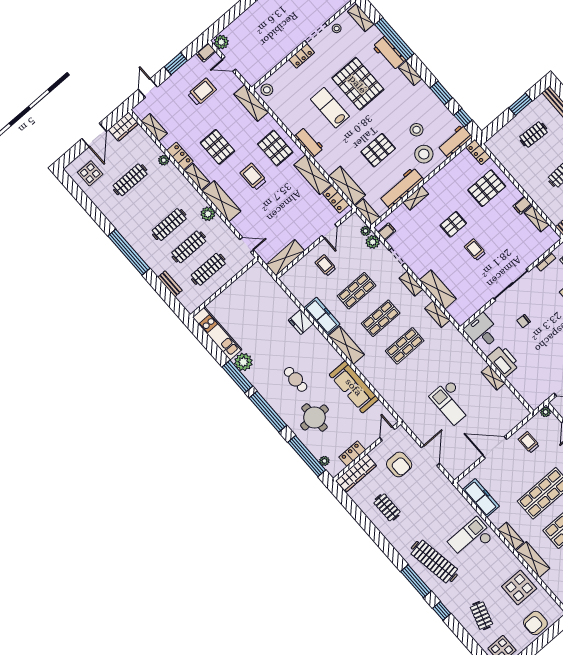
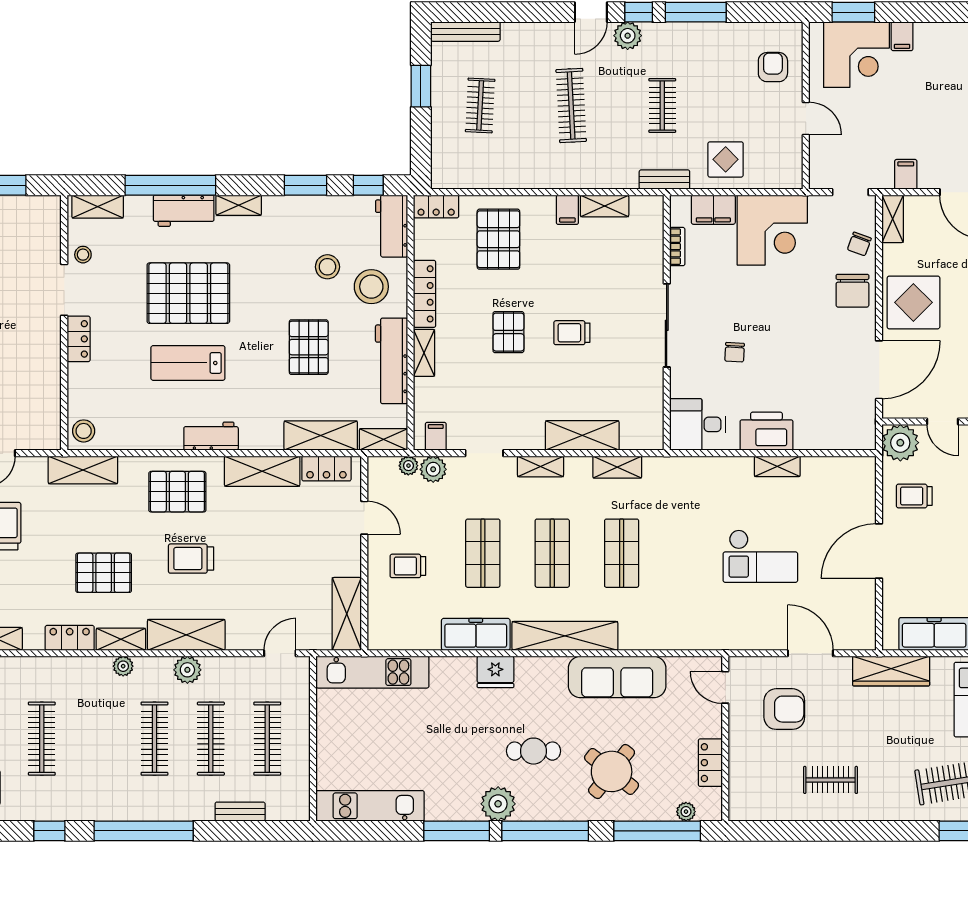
plant: (164, 160) -> (123, 666), moved
locker: (439, 178) -> (425, 294), added
window: (96, 215) -> (49, 831), added
kitchen unit: (271, 288) -> (372, 672), added
fridge: (301, 322) -> (495, 672), moved
shelving: (346, 345) -> (565, 636), width x1.47
plant: (243, 362) -> (498, 804), moved
plant: (546, 412) -> (900, 443), width x1.87, depth x1.87
round table: (314, 417) -> (612, 771), turned 38
wardrobe: (356, 473) -> (891, 671), moved, turned 90

